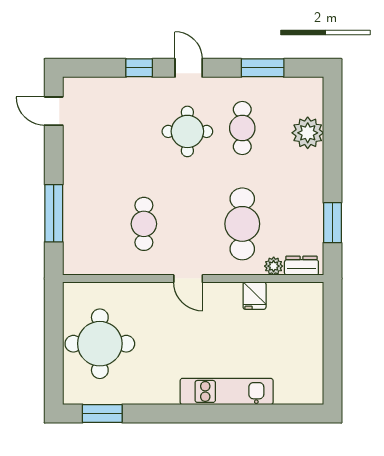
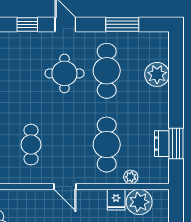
cafe table: (242, 128) -> (107, 71), width x1.37, depth x1.35
dresser: (301, 266) -> (162, 144), moved, turned -90
plant: (284, 299) -> (139, 202), added

